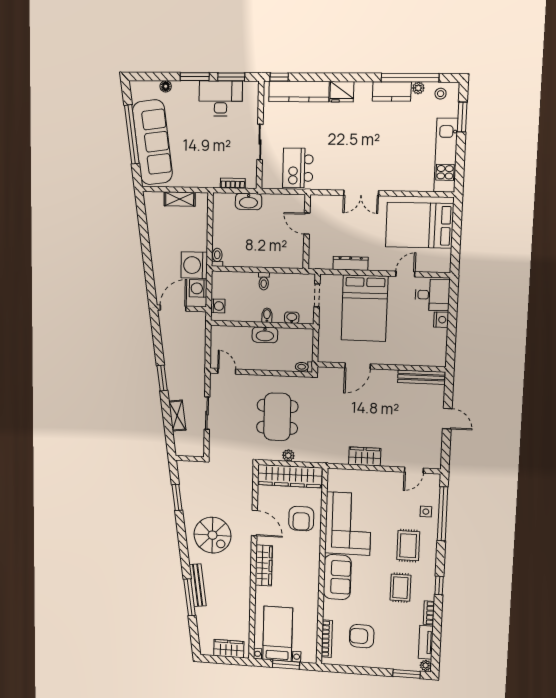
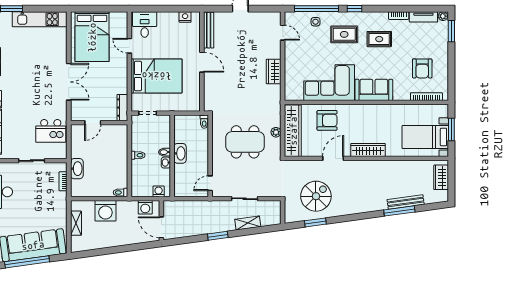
double door: (361, 193) -> (69, 82), width x1.37
dresser: (350, 263) -> (122, 108), moved
washing machine: (194, 265) -> (105, 211), moved
washbasin: (292, 318) -> (166, 163), moved
nightstand: (441, 320) -> (185, 17), moved
door: (358, 366) -> (202, 62), moved
spiral stairs: (212, 535) -> (316, 196), moved
bench: (198, 585) -> (406, 202), moved
window: (439, 585) -> (355, 9), moved

